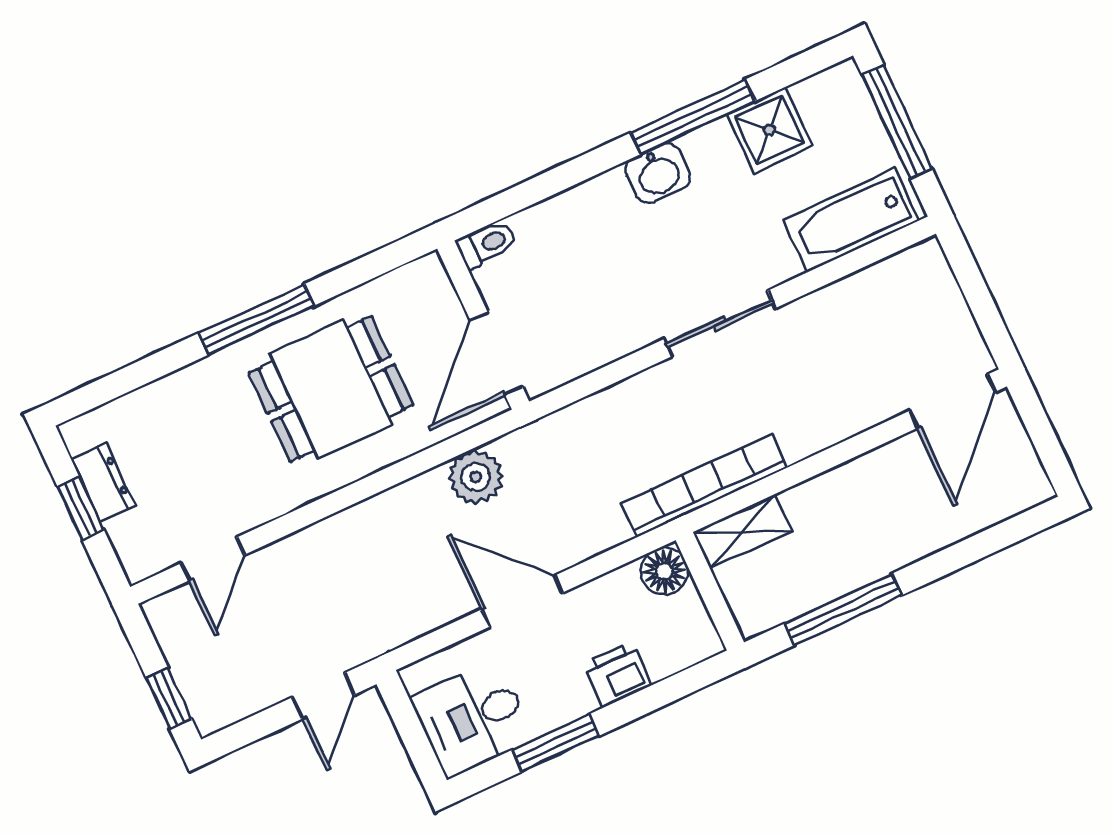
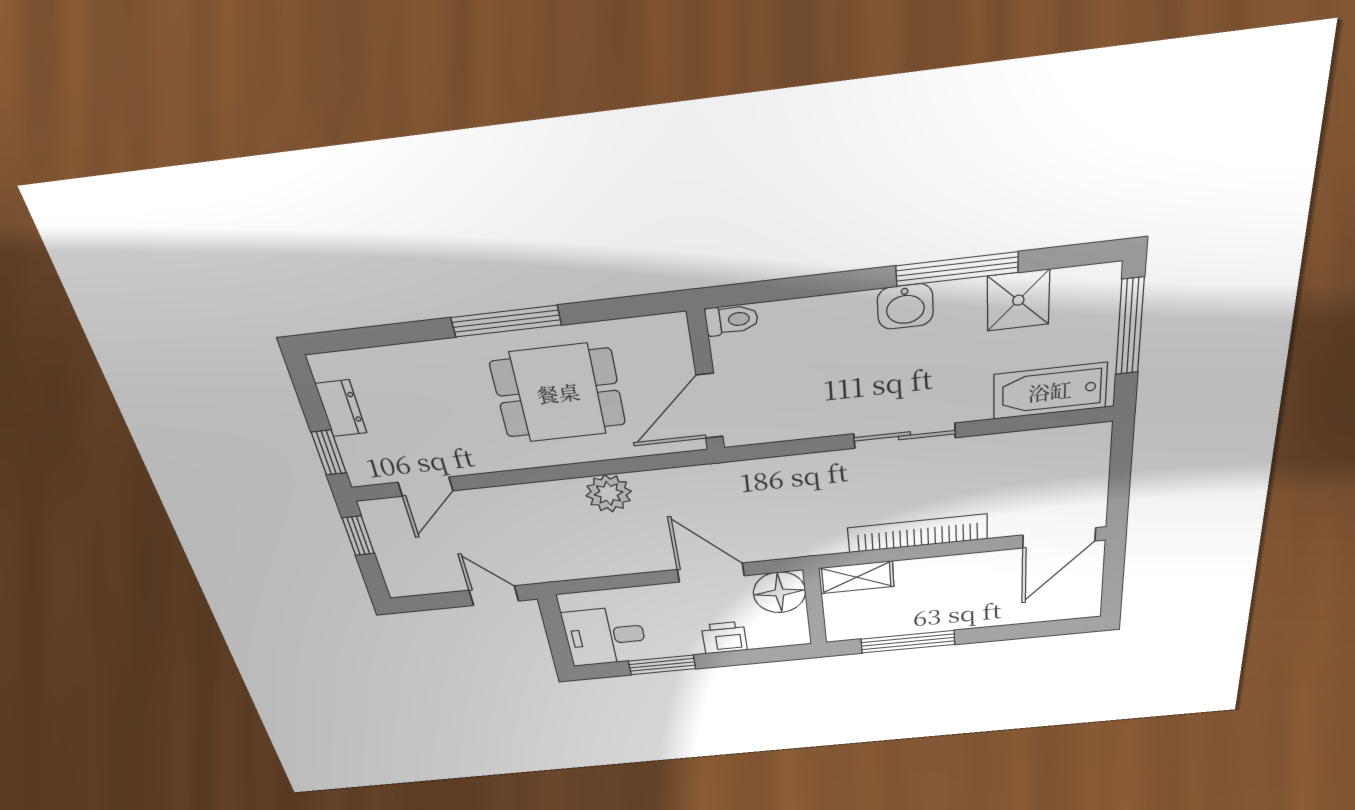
plant: (476, 477) -> (609, 493), moved
bookcase: (704, 485) -> (918, 533), moved
window: (81, 508) -> (329, 453), moved
floor lamp: (664, 571) -> (779, 592), width x1.38, depth x1.38
door: (522, 601) -> (711, 573), moved
door: (323, 696) -> (494, 596), swing flipped
window: (169, 698) -> (358, 536), moved

